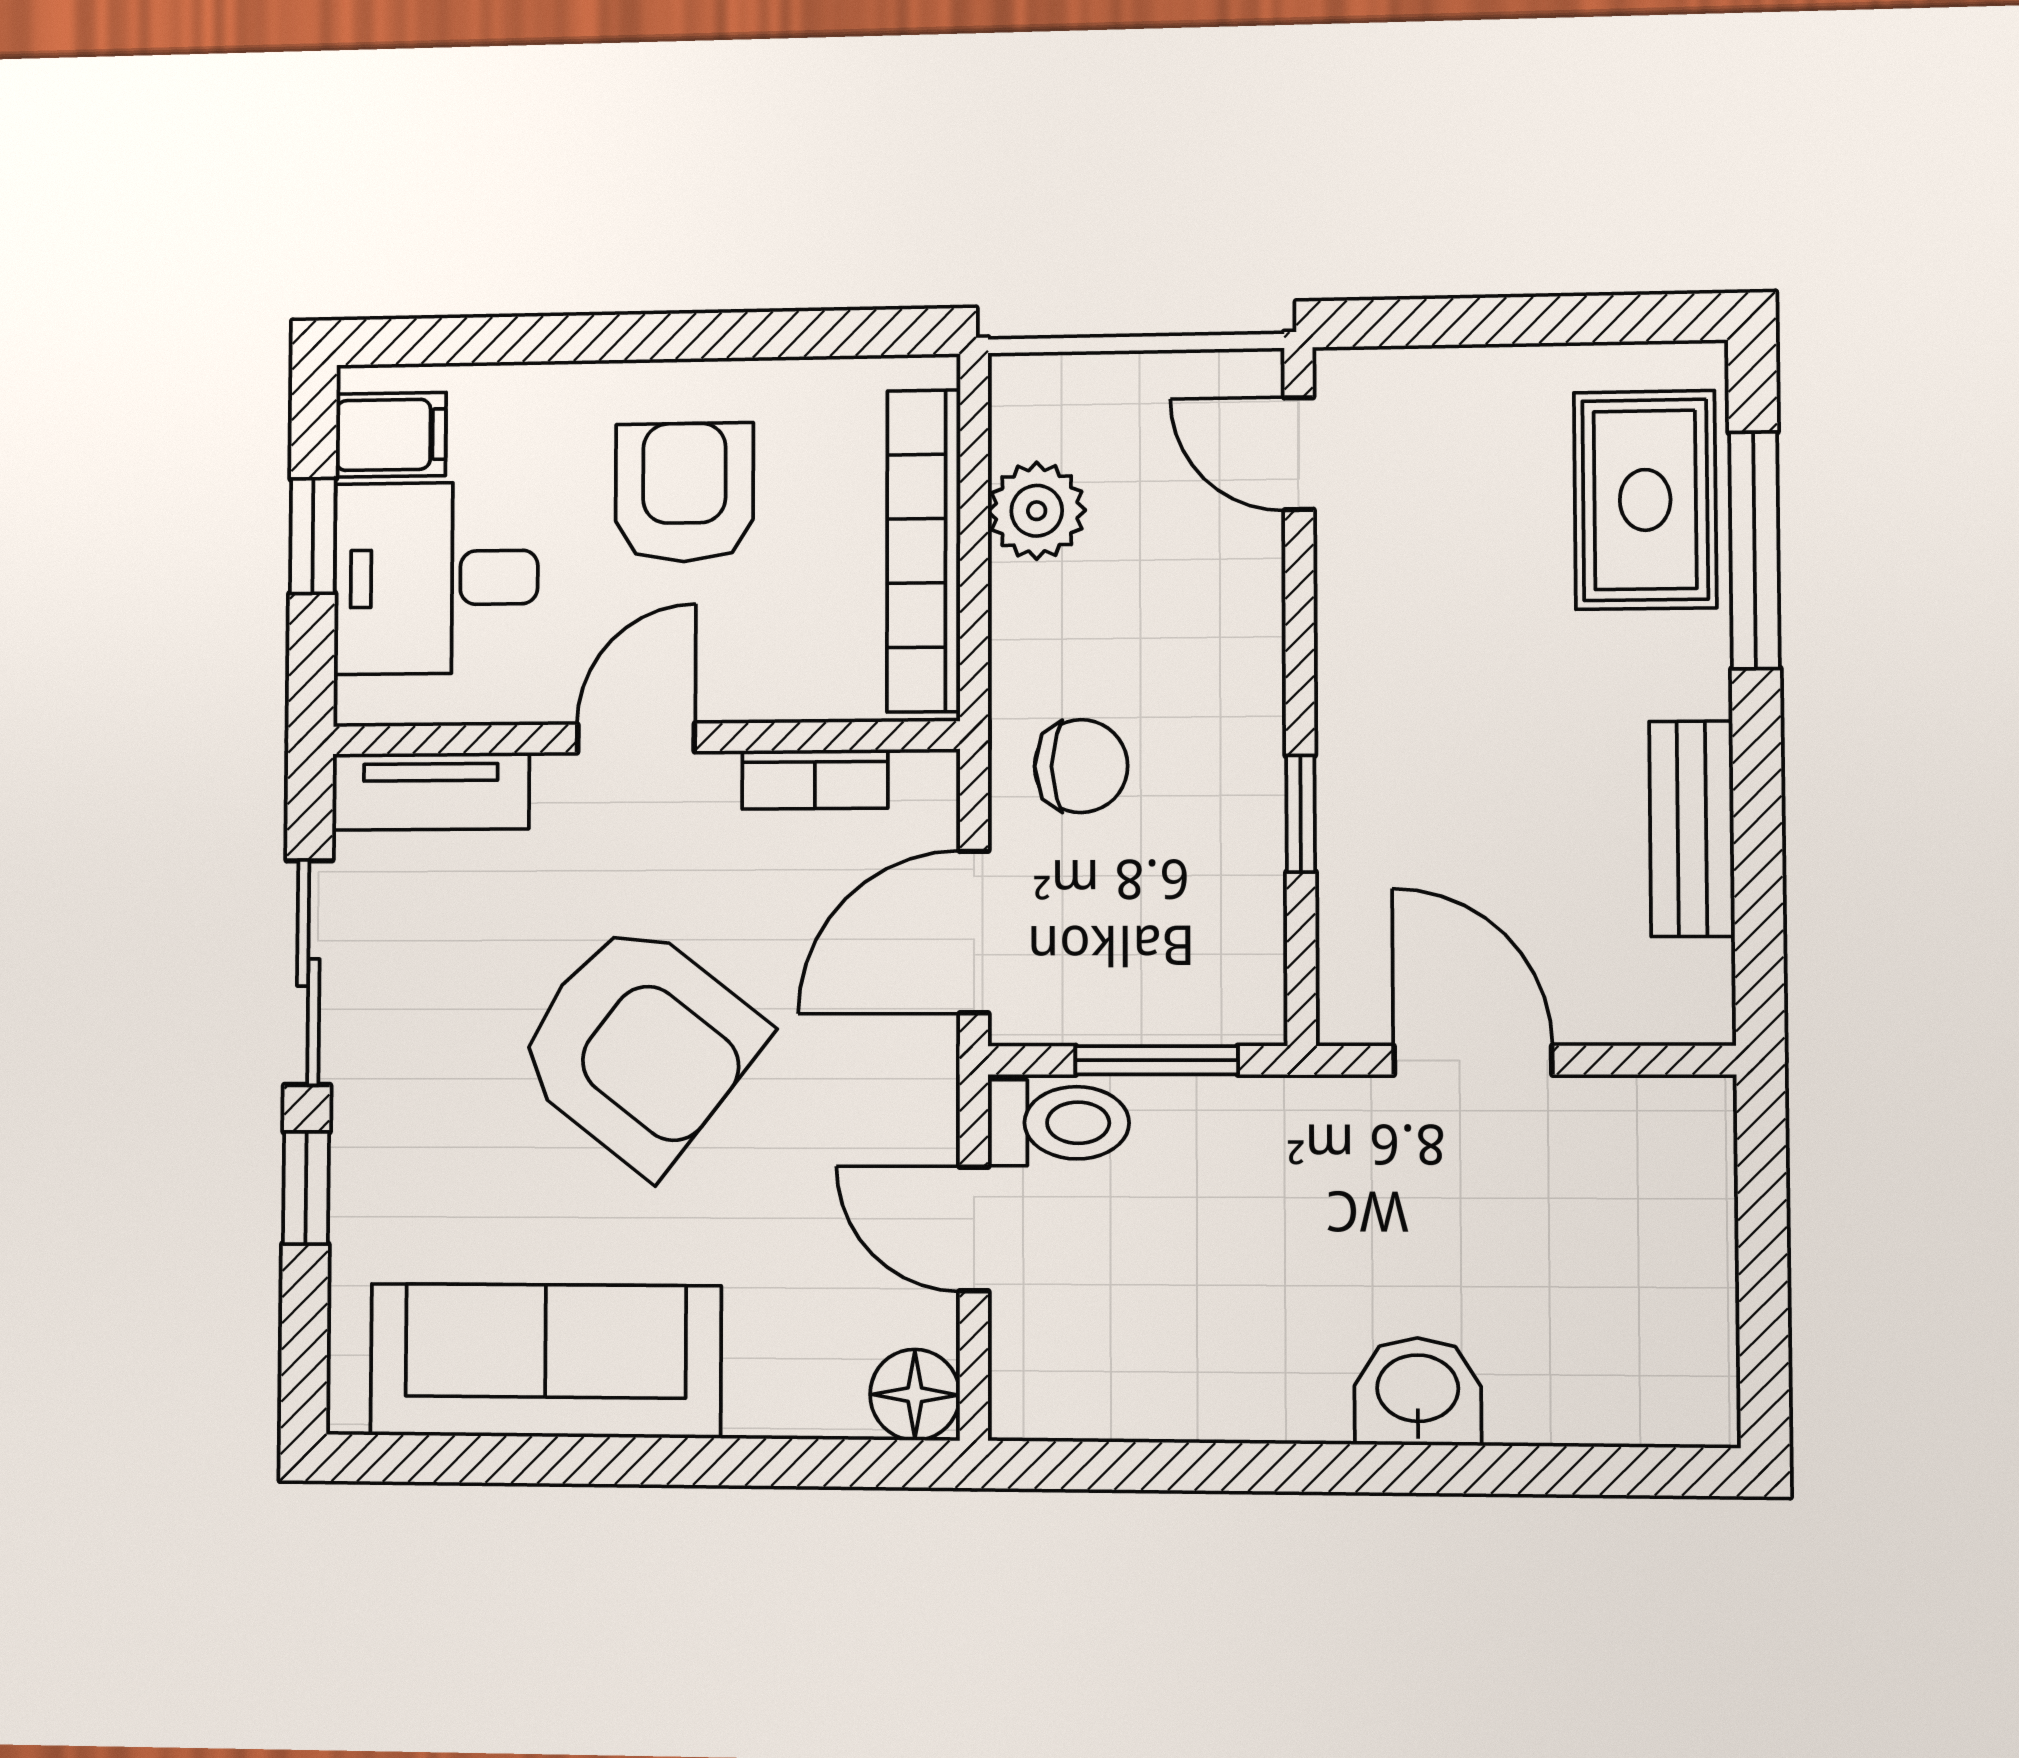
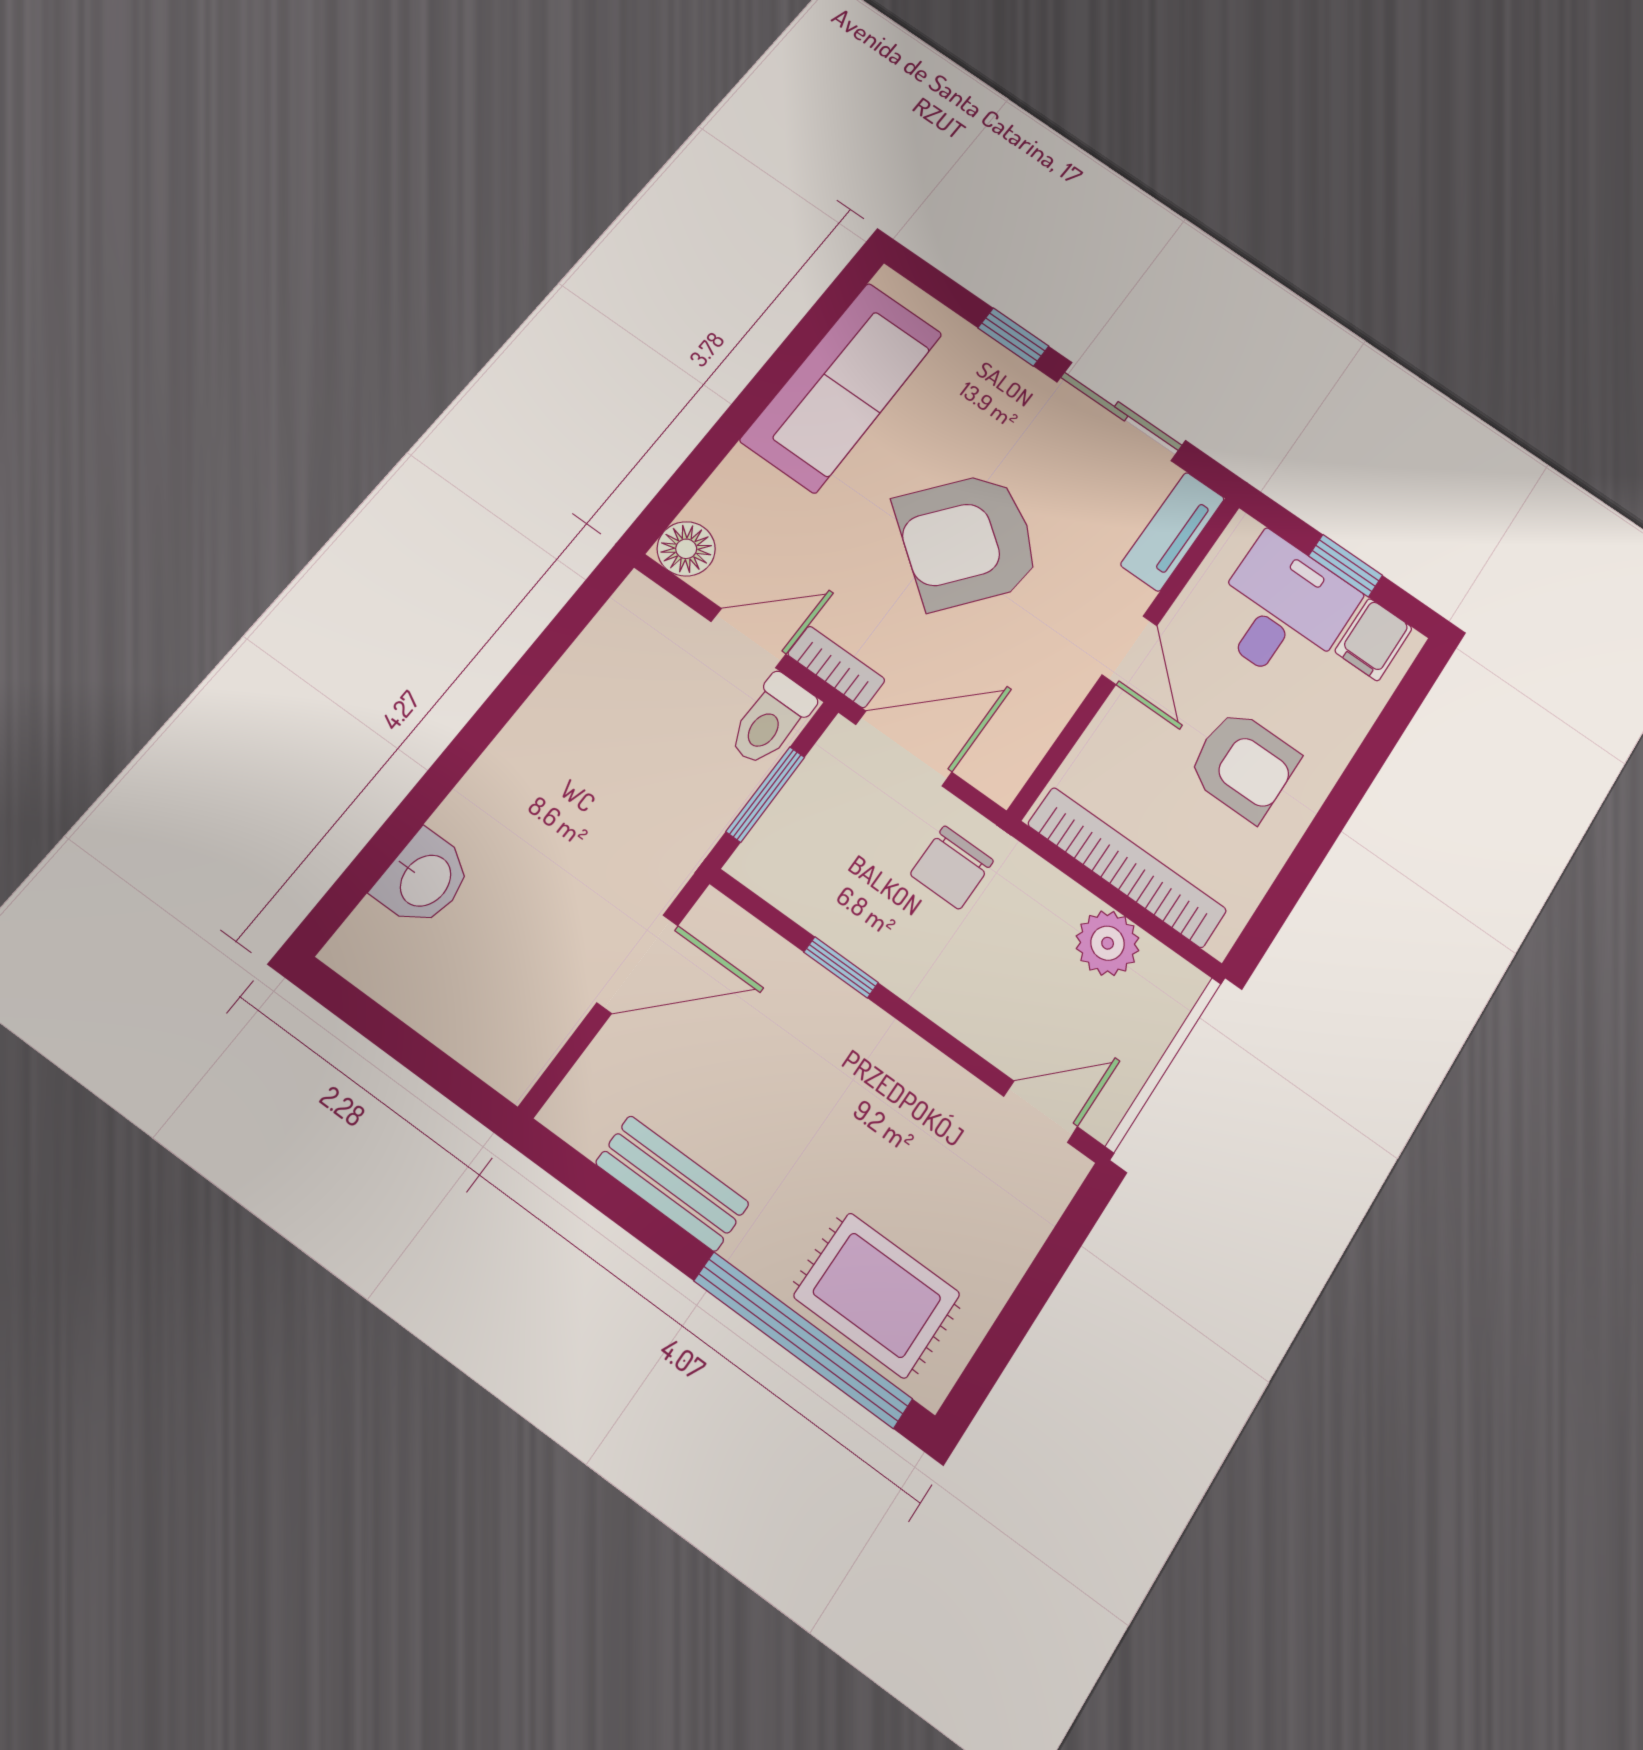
window: (1754, 550) -> (803, 1340), width x1.46
bookcase: (815, 779) -> (836, 667), moved, turned 90
door: (974, 932) -> (904, 748), hinge flipped
washbasin: (1418, 1391) -> (424, 879), moved

